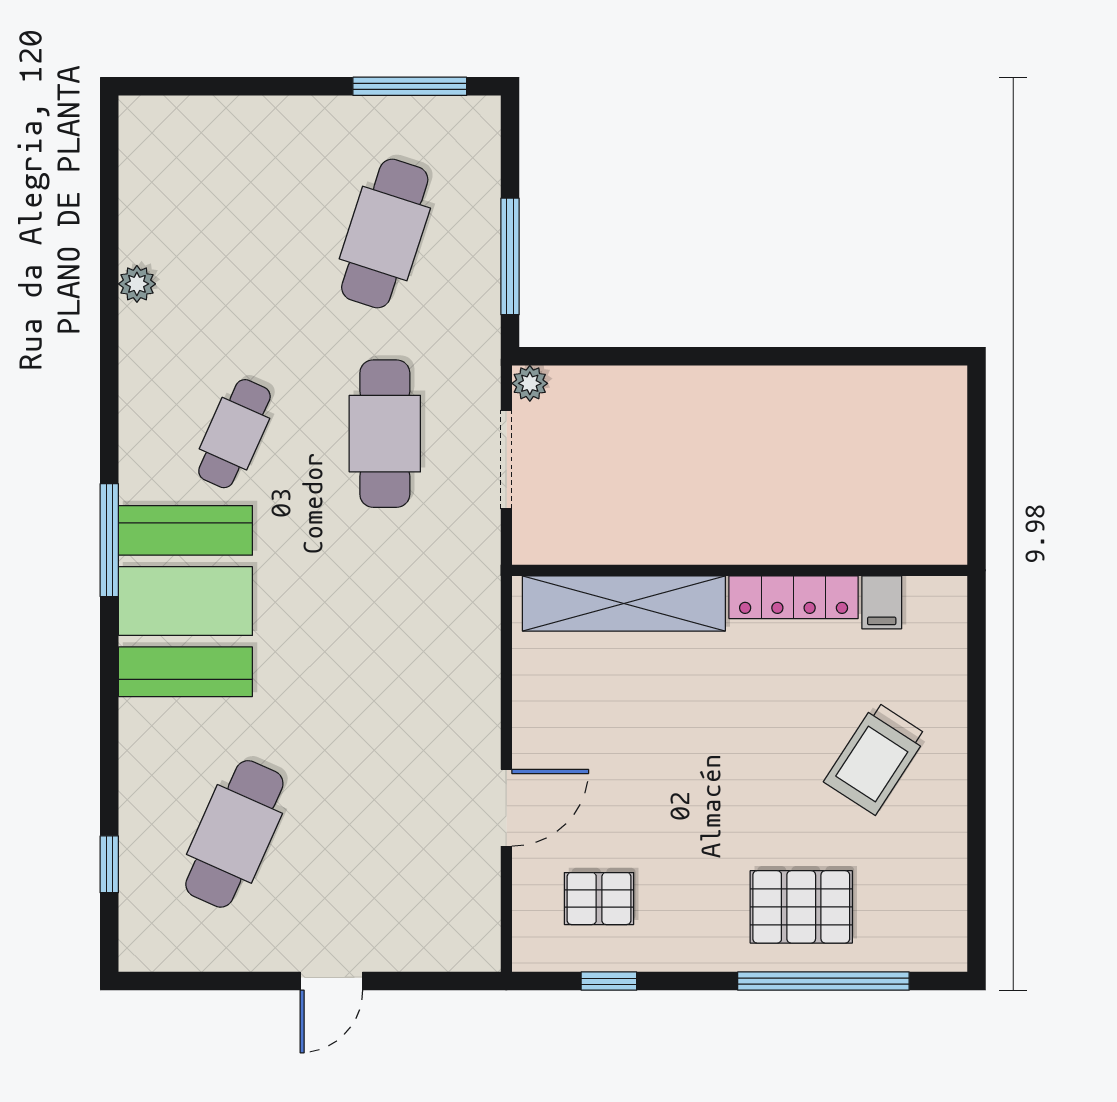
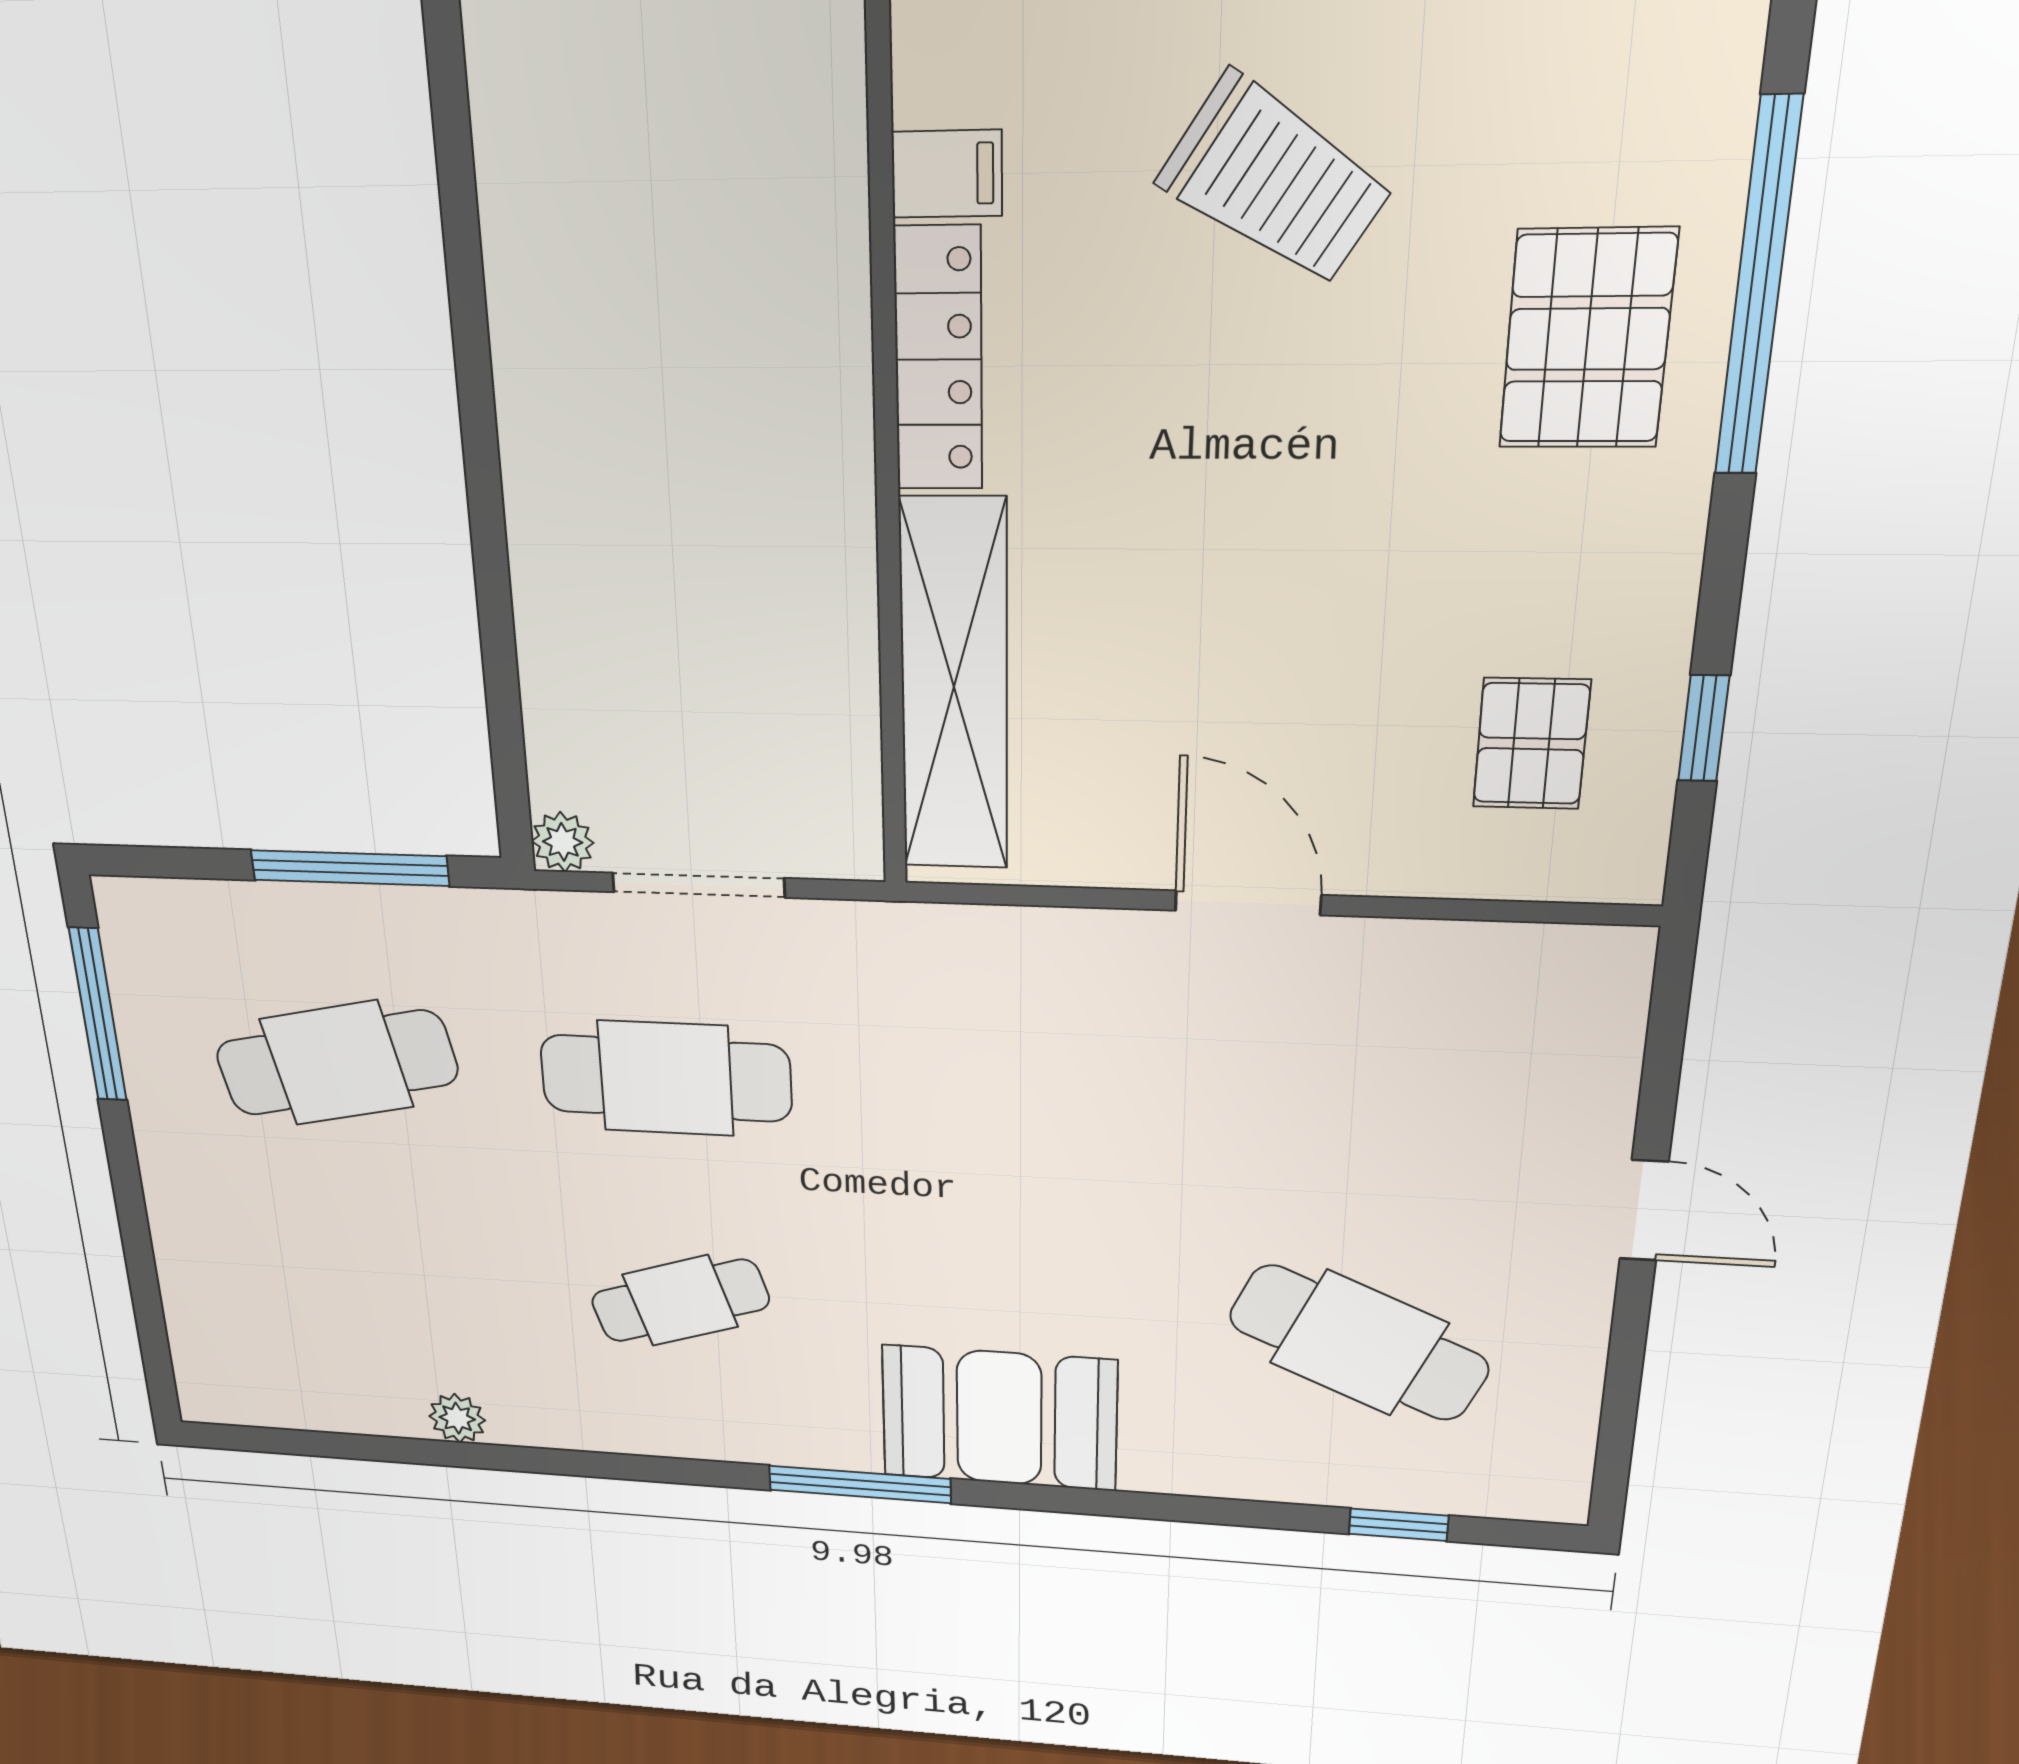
cafe table: (385, 233) -> (336, 1063), turned -30
cafe table: (234, 434) -> (680, 1301), turned -42
booth: (185, 601) -> (999, 1418), width x0.73, depth x0.70
door: (506, 808) -> (1248, 903), moved

